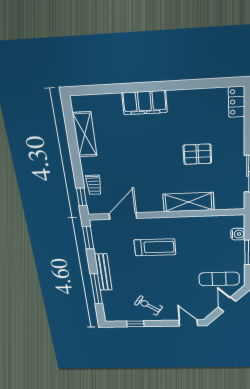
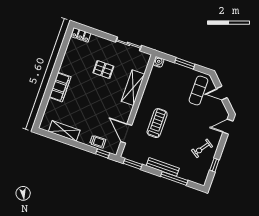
pallet: (197, 154) -> (103, 70), turned 90
water cooler: (238, 234) -> (158, 62), moved

